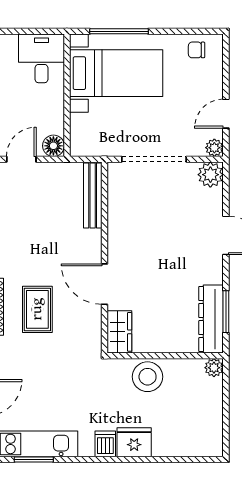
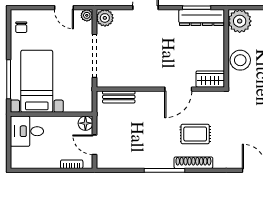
bench: (93, 195) -> (119, 97), width x0.73
plant: (214, 368) -> (240, 21), width x1.88, depth x1.88

